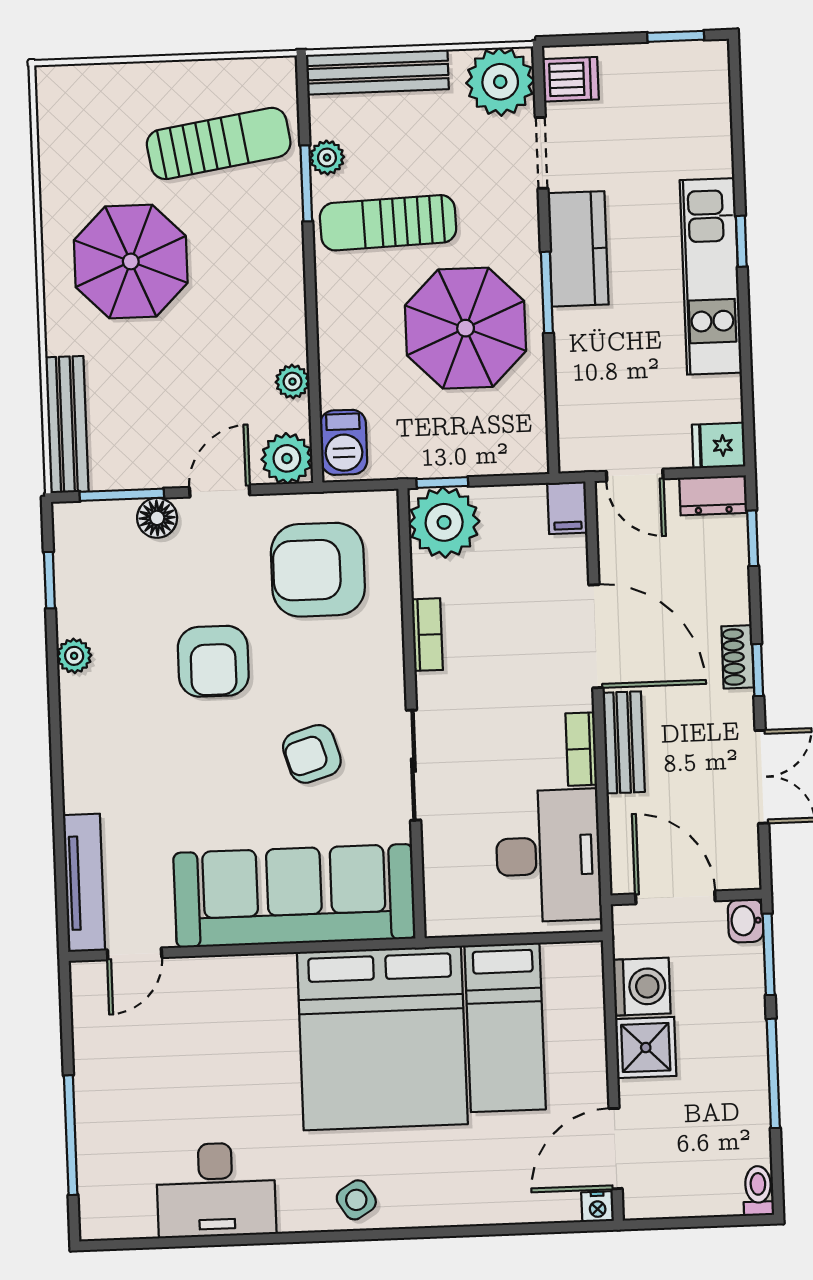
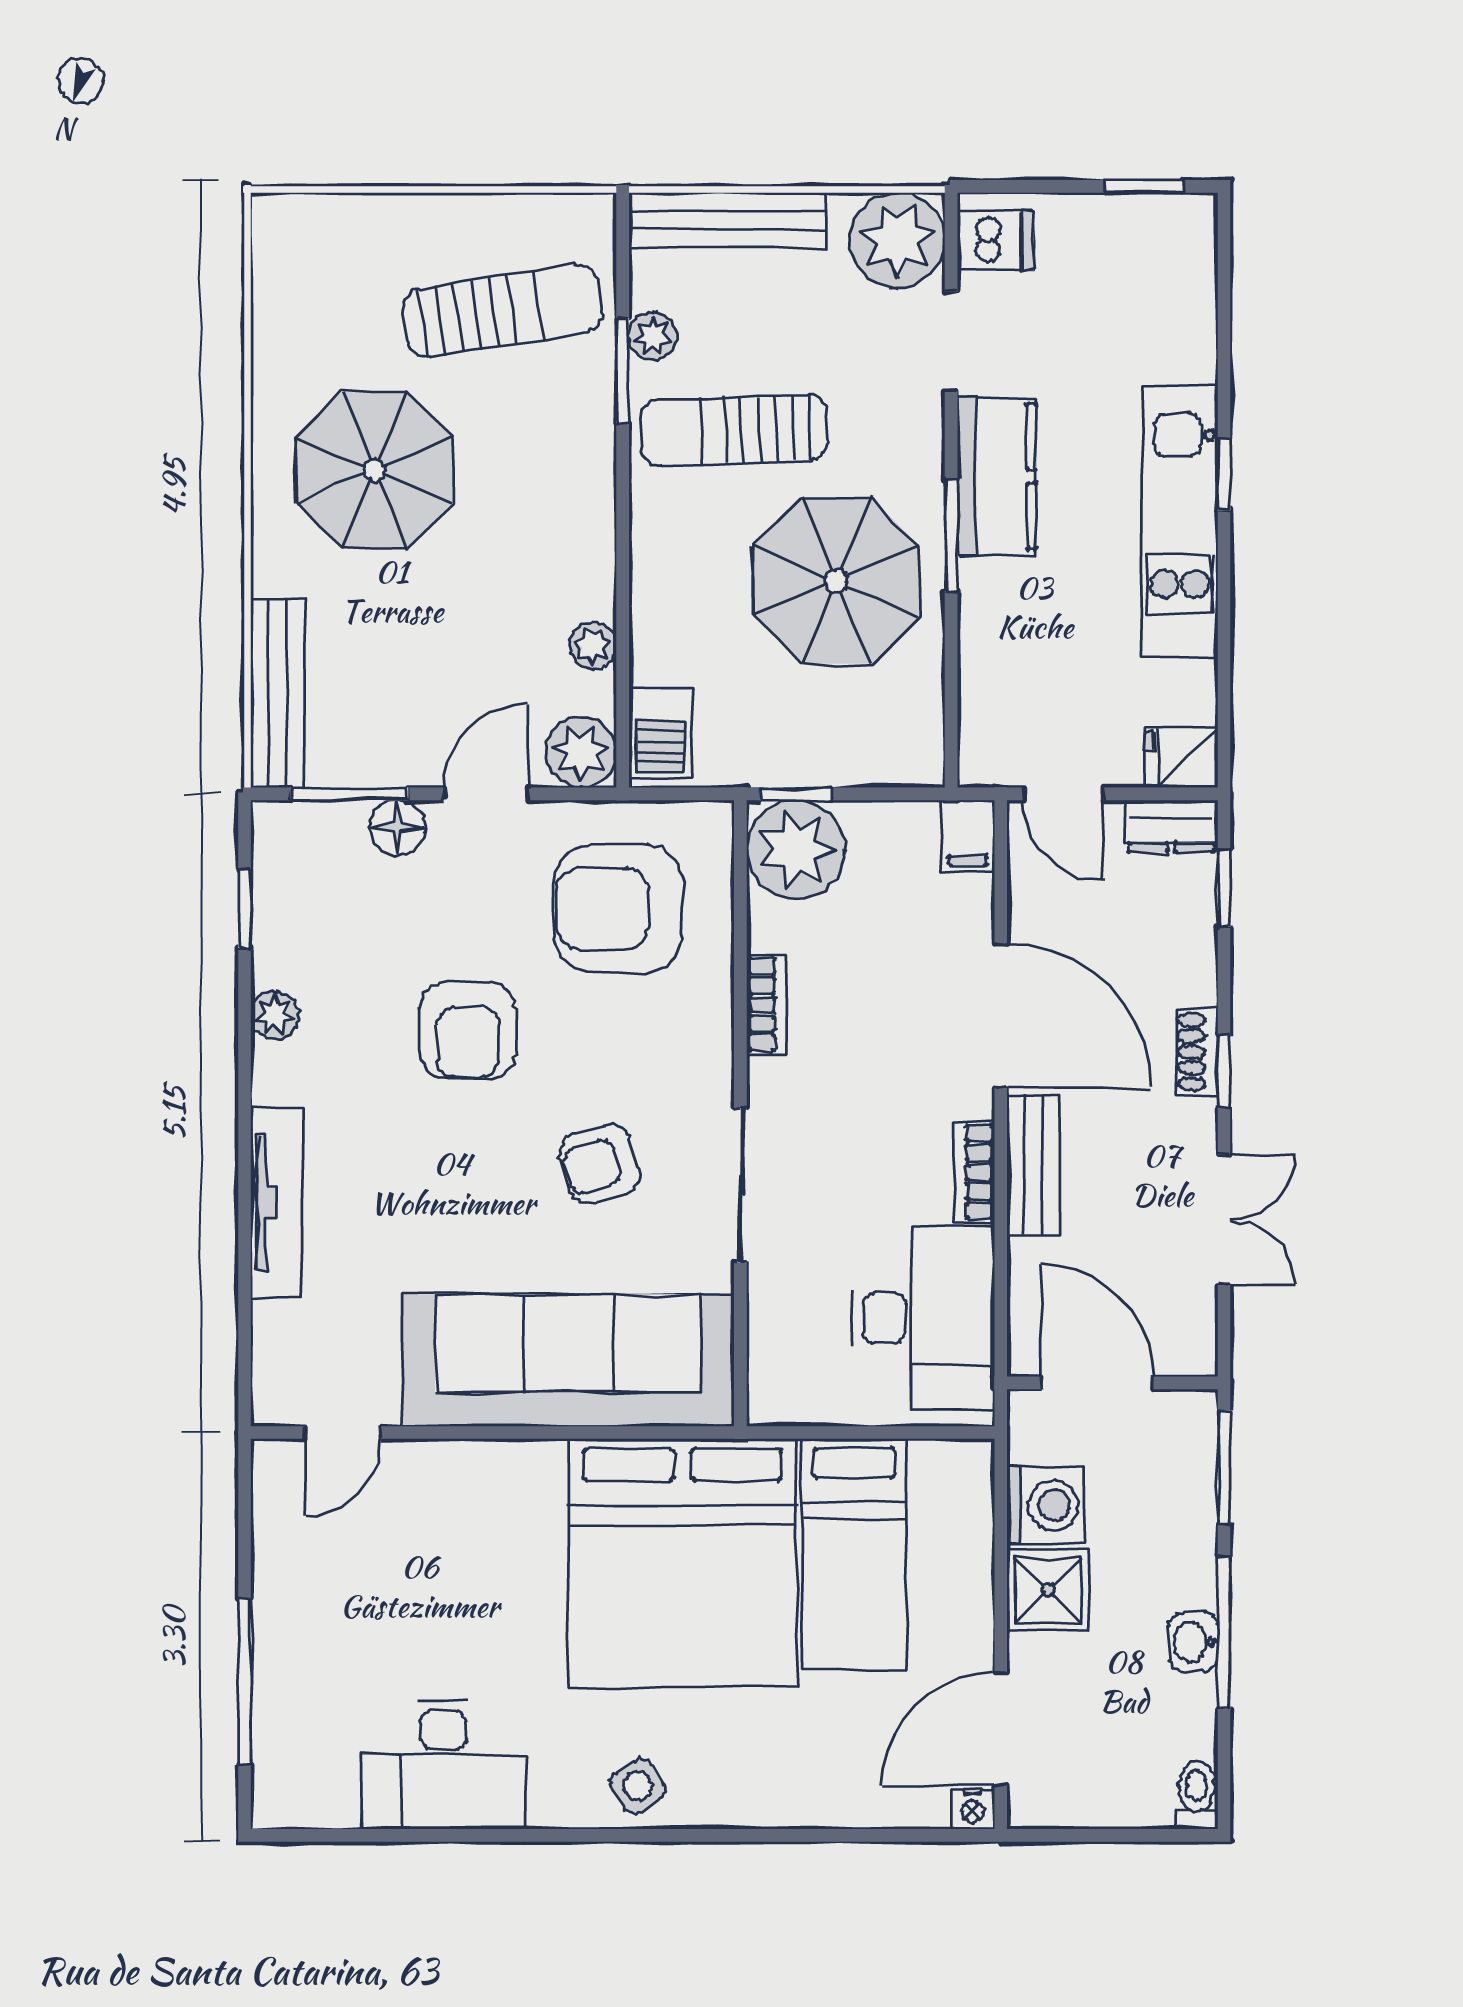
tv unit: (84, 883) -> (276, 1203), moved
washbasin: (746, 921) -> (1194, 1642), moved

